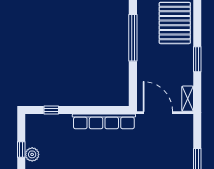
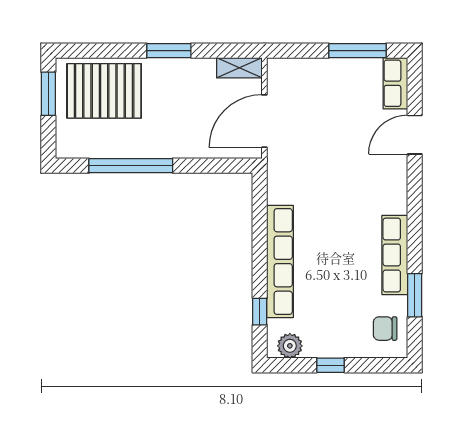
row of seats: (104, 121) -> (280, 261), moved
plant: (32, 154) -> (290, 346), moved

